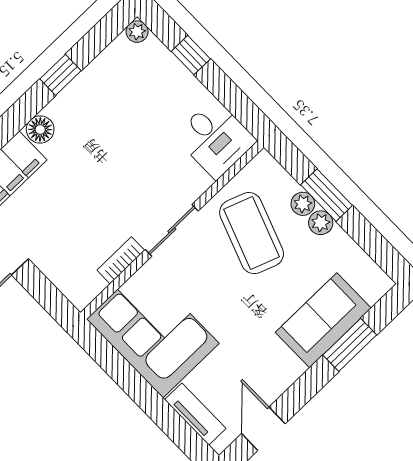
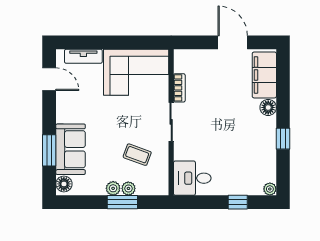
coffee table: (252, 233) -> (137, 155), width x0.54, depth x0.58
floor lamp: (373, 287) -> (64, 184), added

